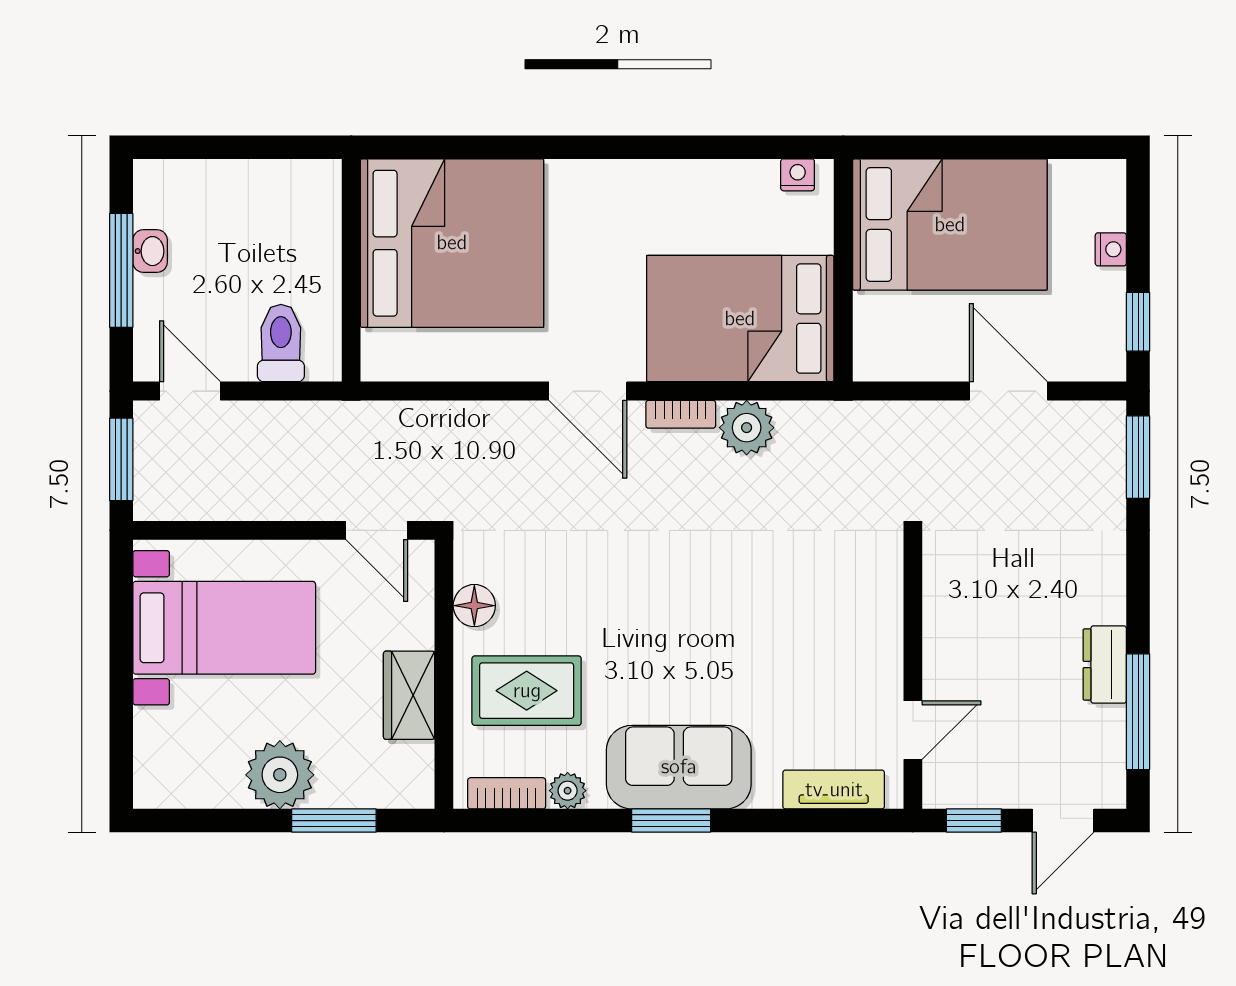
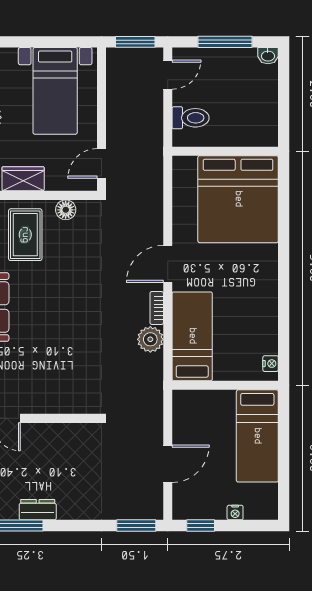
bed: (950, 225) -> (257, 436), width x0.67
washbasin: (150, 251) -> (268, 56), moved
bed: (740, 319) -> (192, 336), width x0.67

